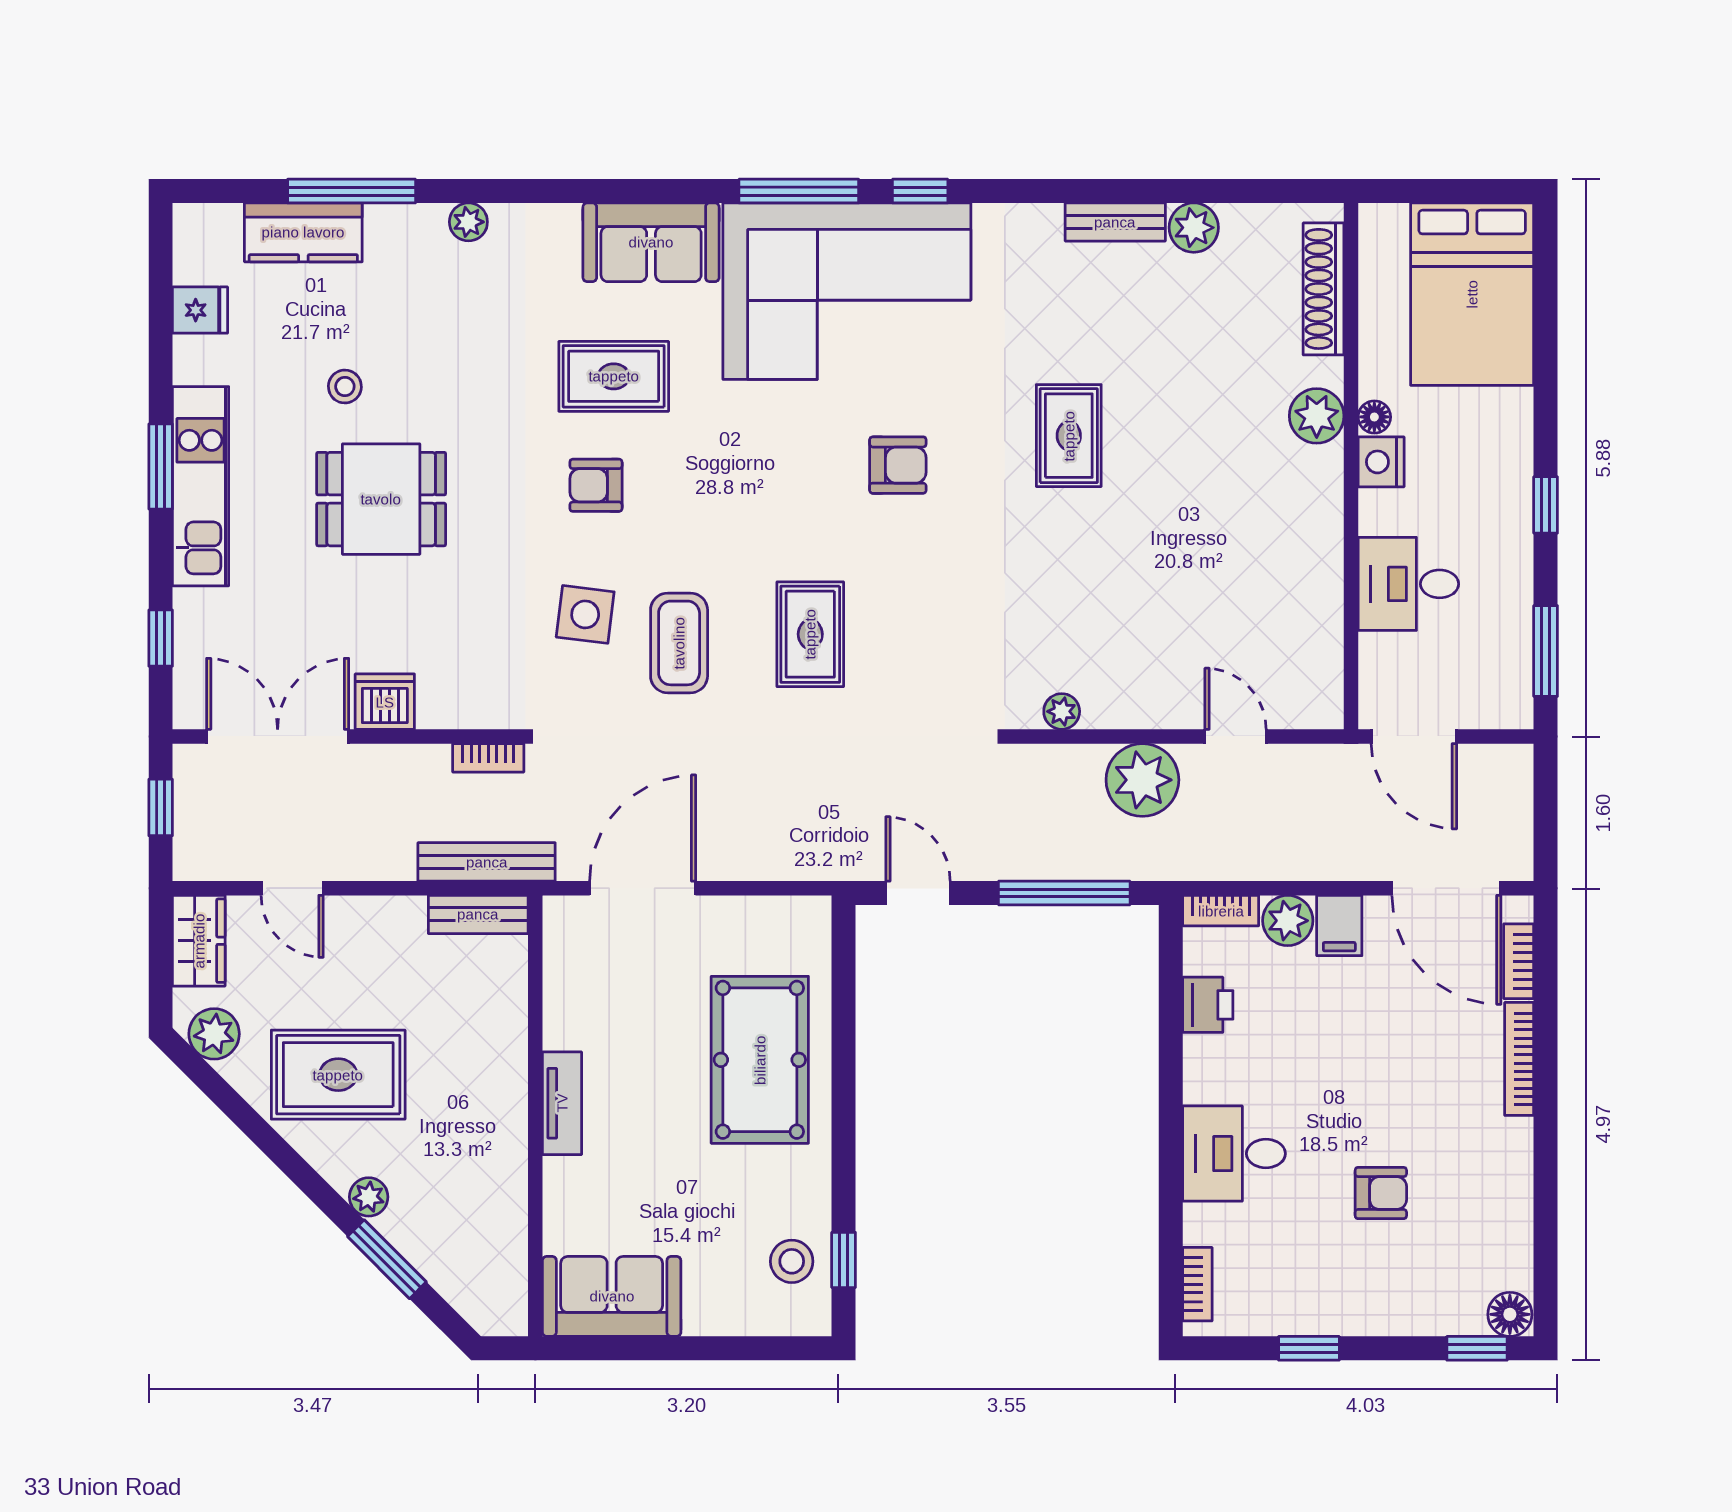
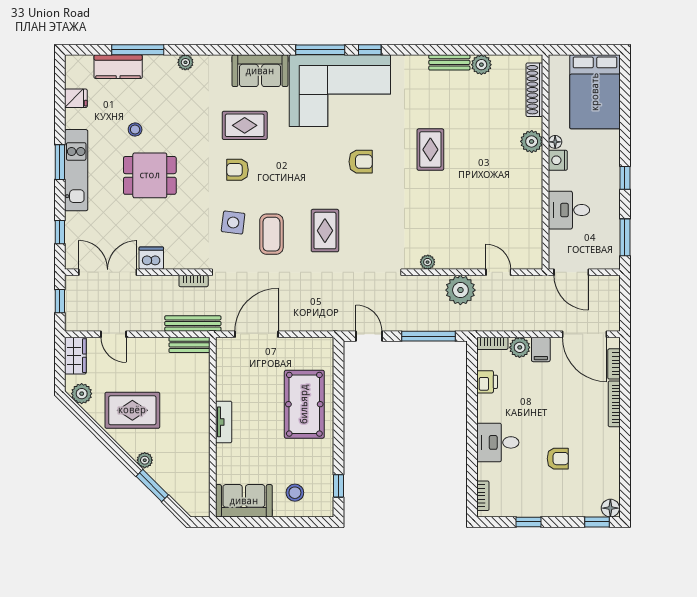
stool: (792, 1261) -> (295, 493), moved

